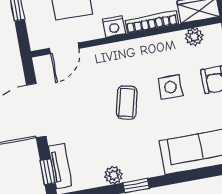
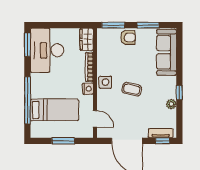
plant: (194, 37) -> (102, 45), removed
side table: (170, 87) -> (105, 82), moved

